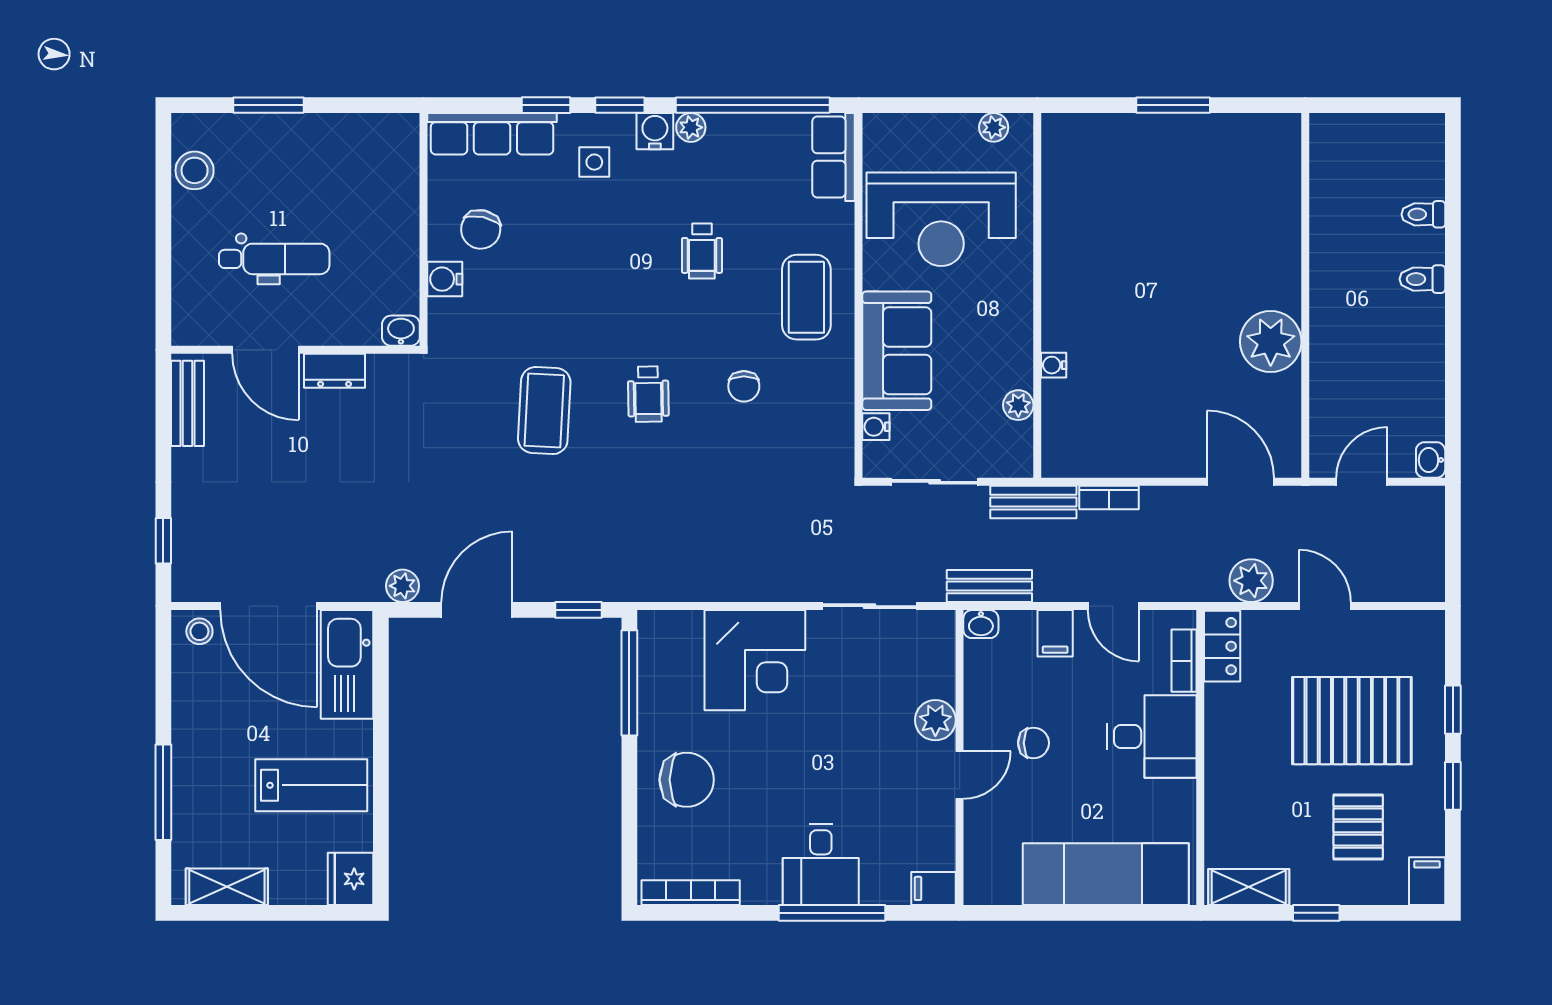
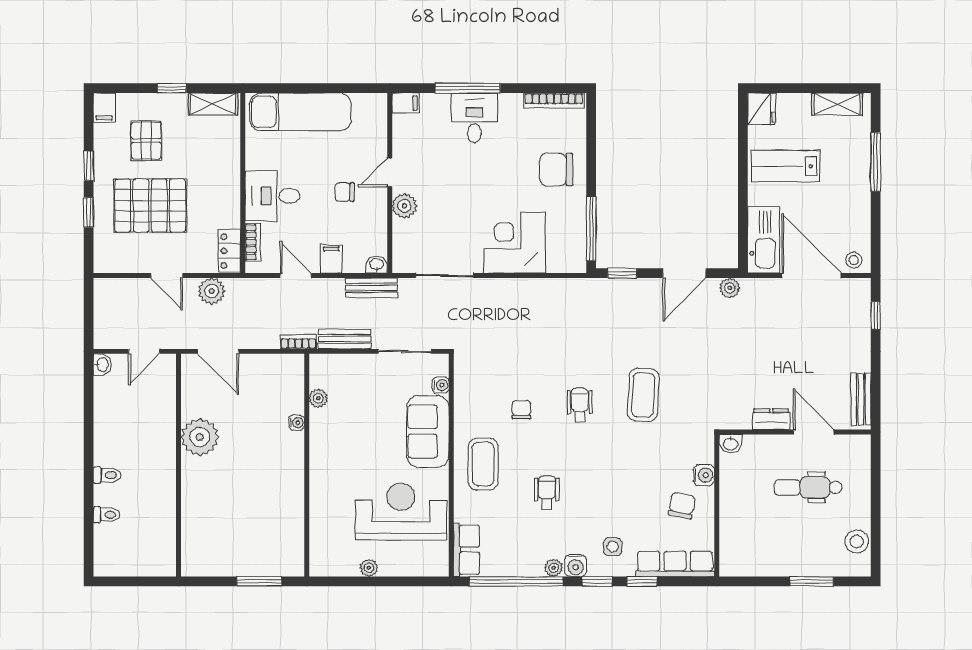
wall: (1037, 295) -> (307, 465), moved
water cooler: (1054, 365) -> (297, 423), moved
plant: (1018, 405) -> (318, 398), moved

